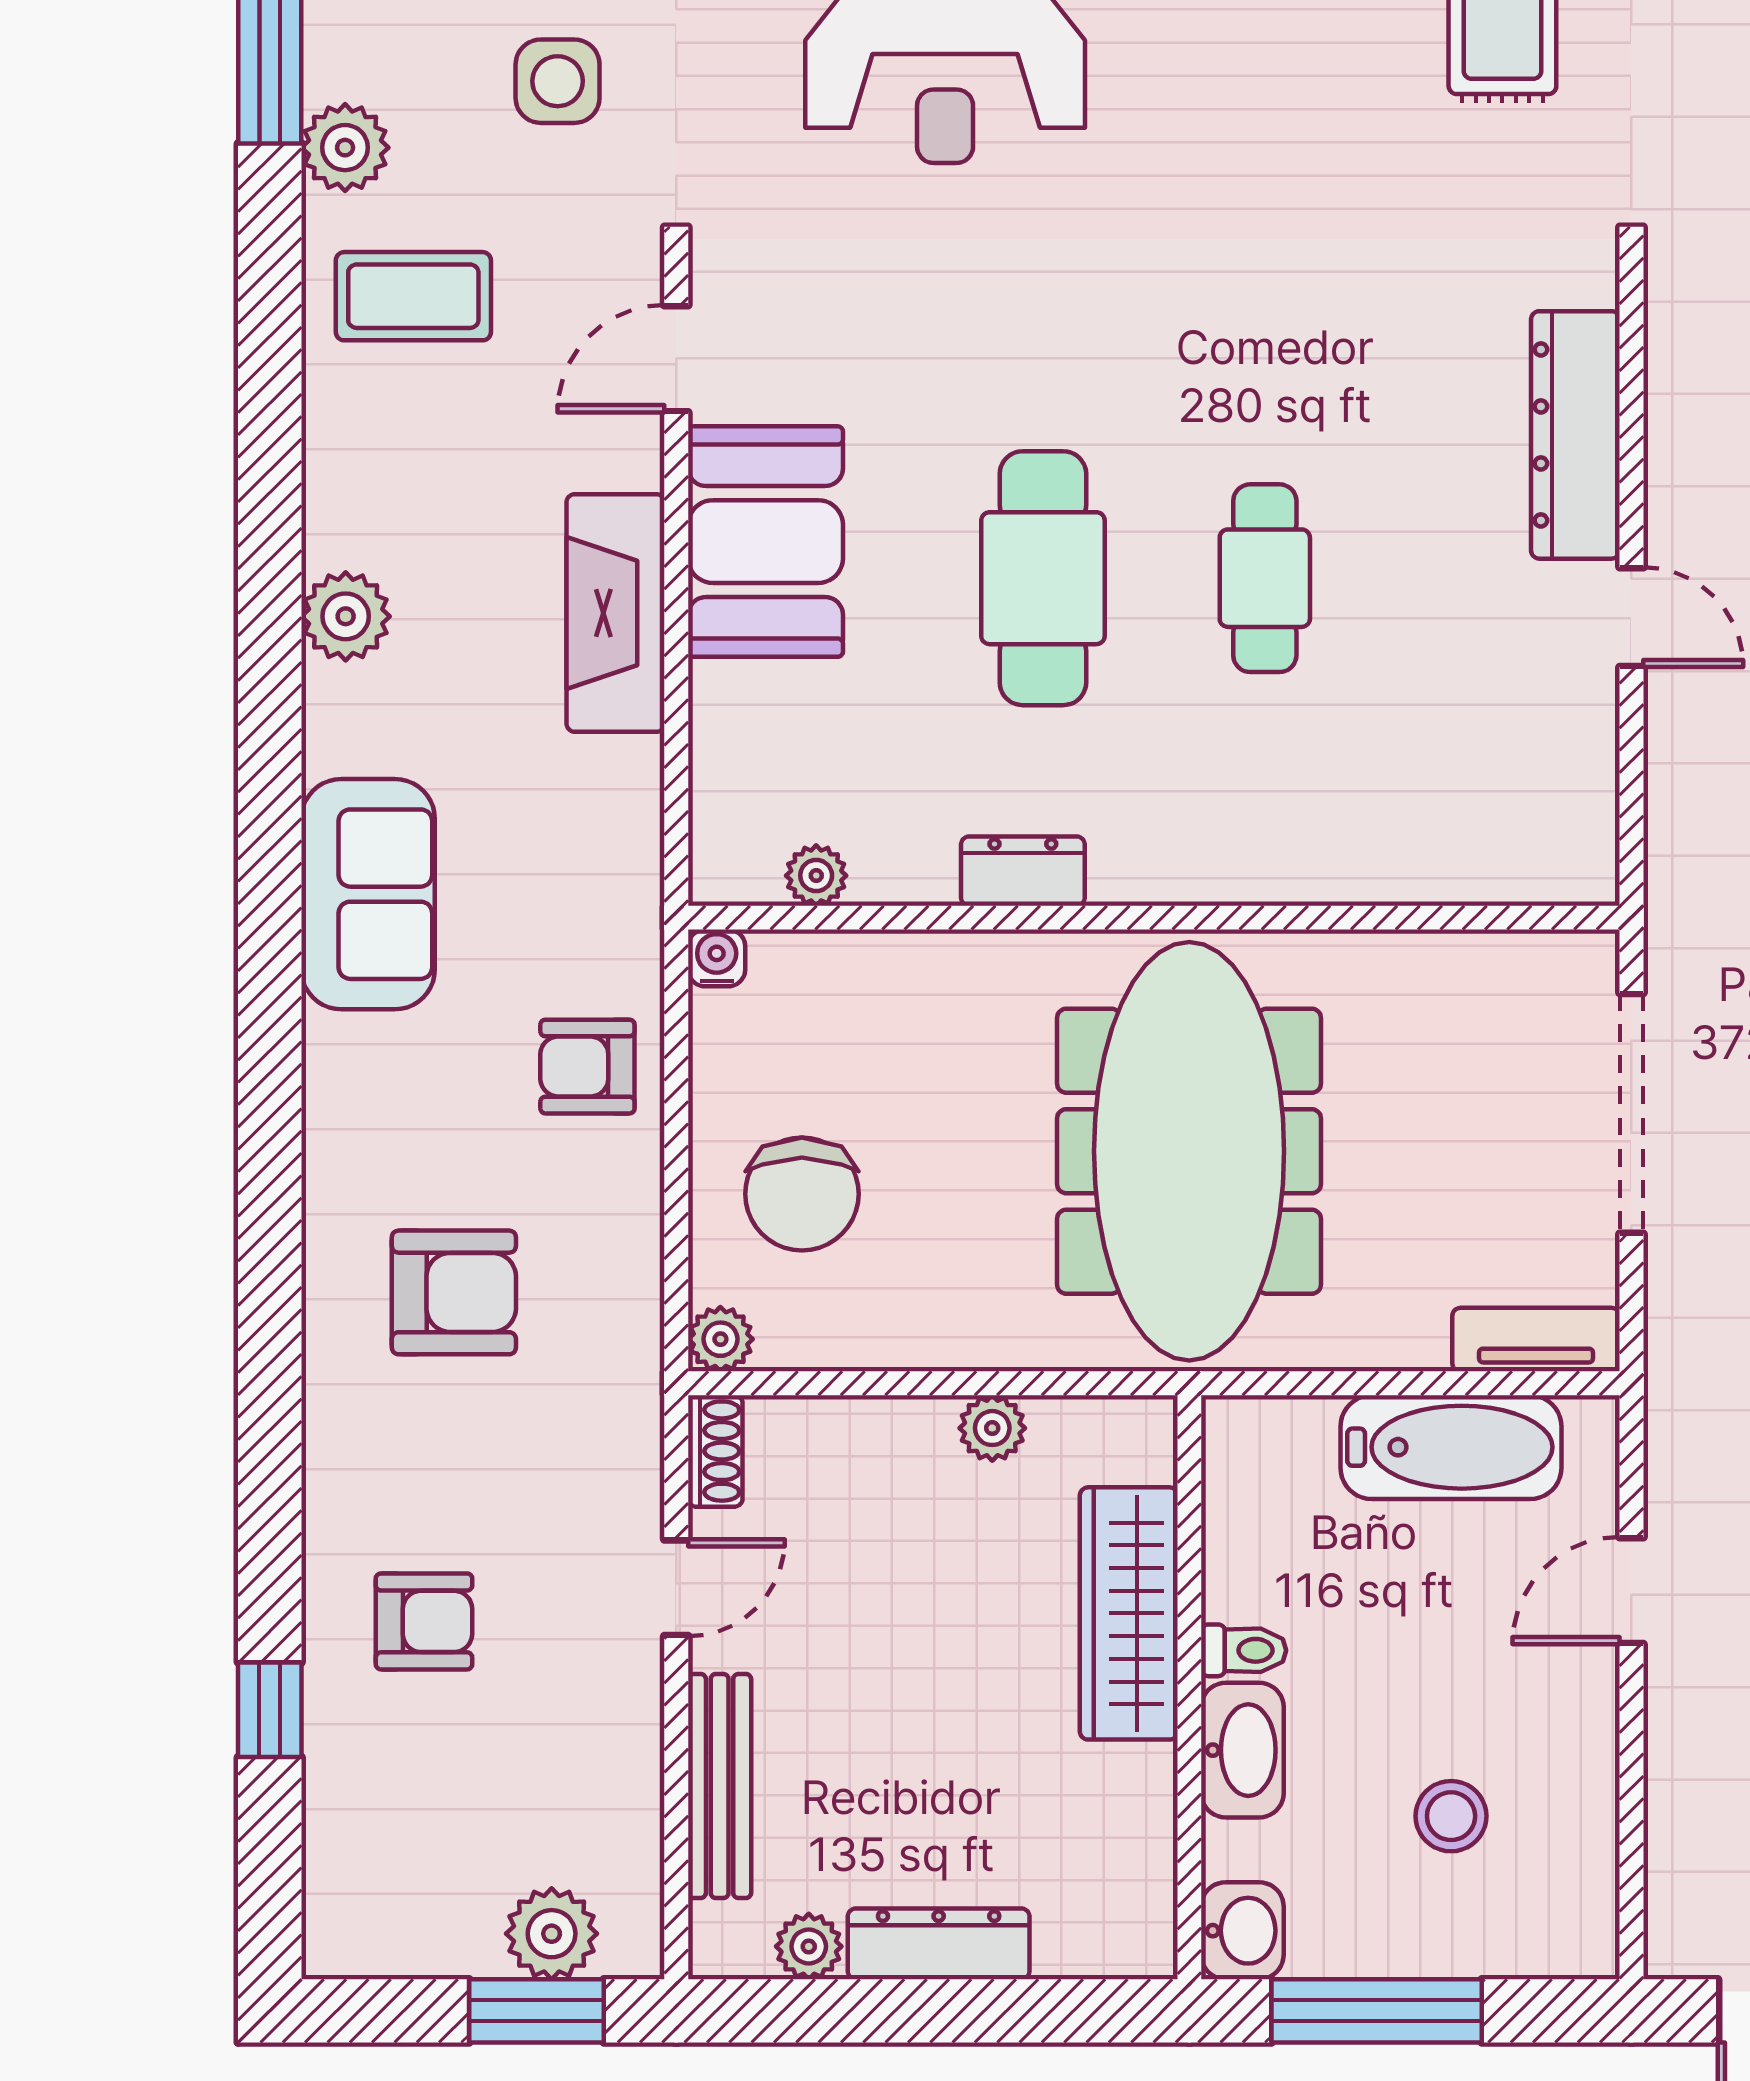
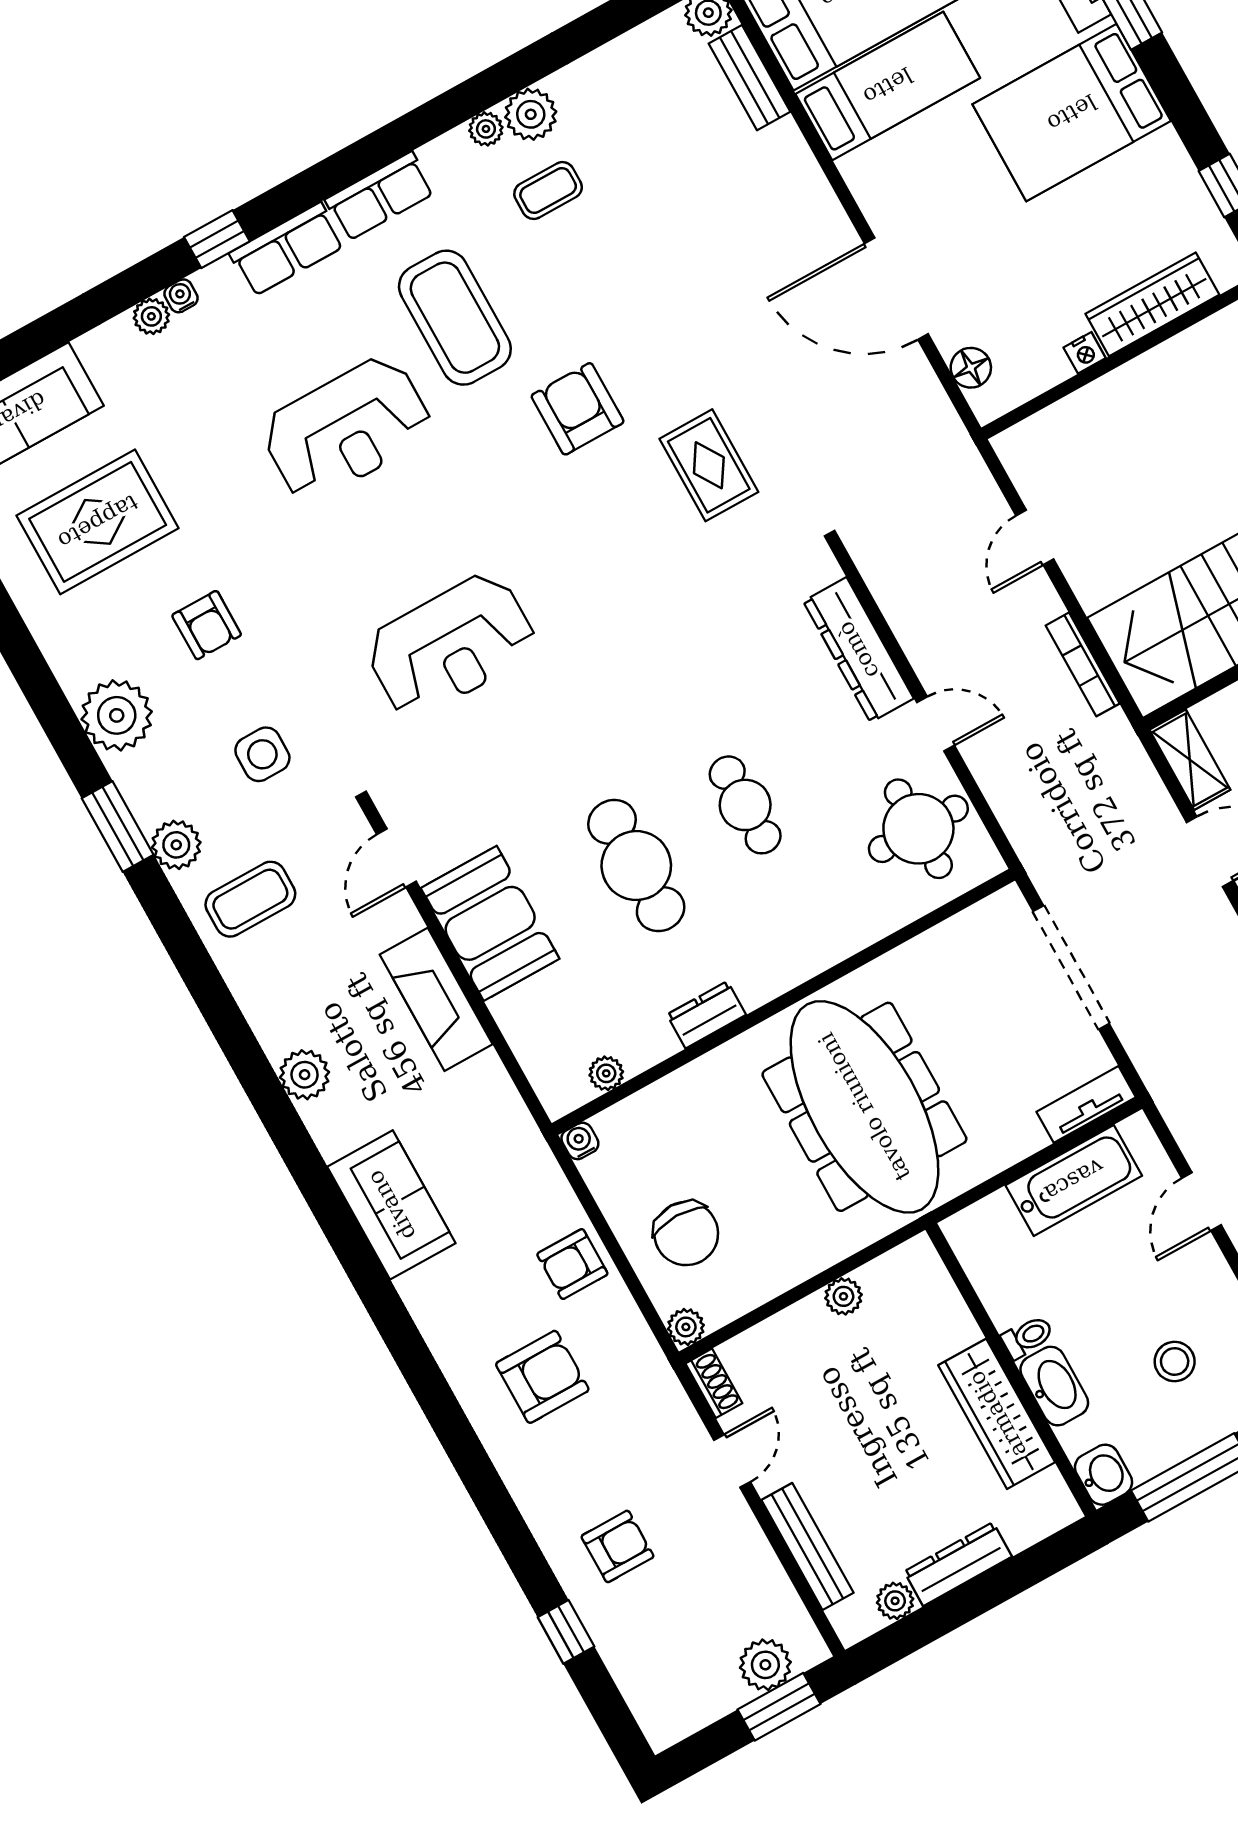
round table: (1514, 765) -> (918, 829), added
armchair: (587, 1067) -> (572, 1264), moved
wardrobe: (1129, 1613) -> (997, 1414), moved

